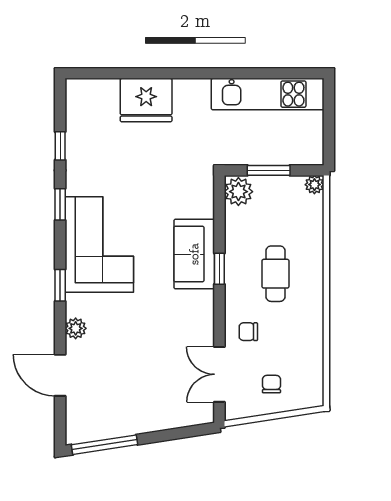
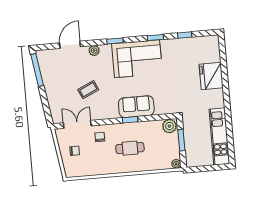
coffee table: (152, 347) -> (88, 90), added

